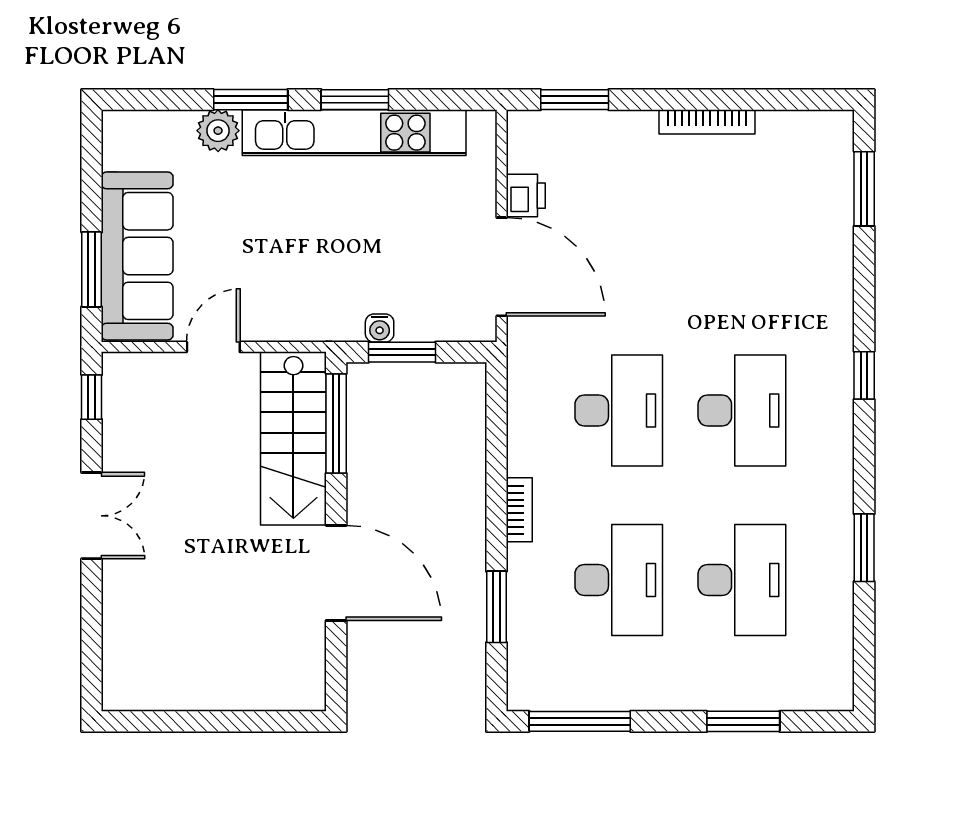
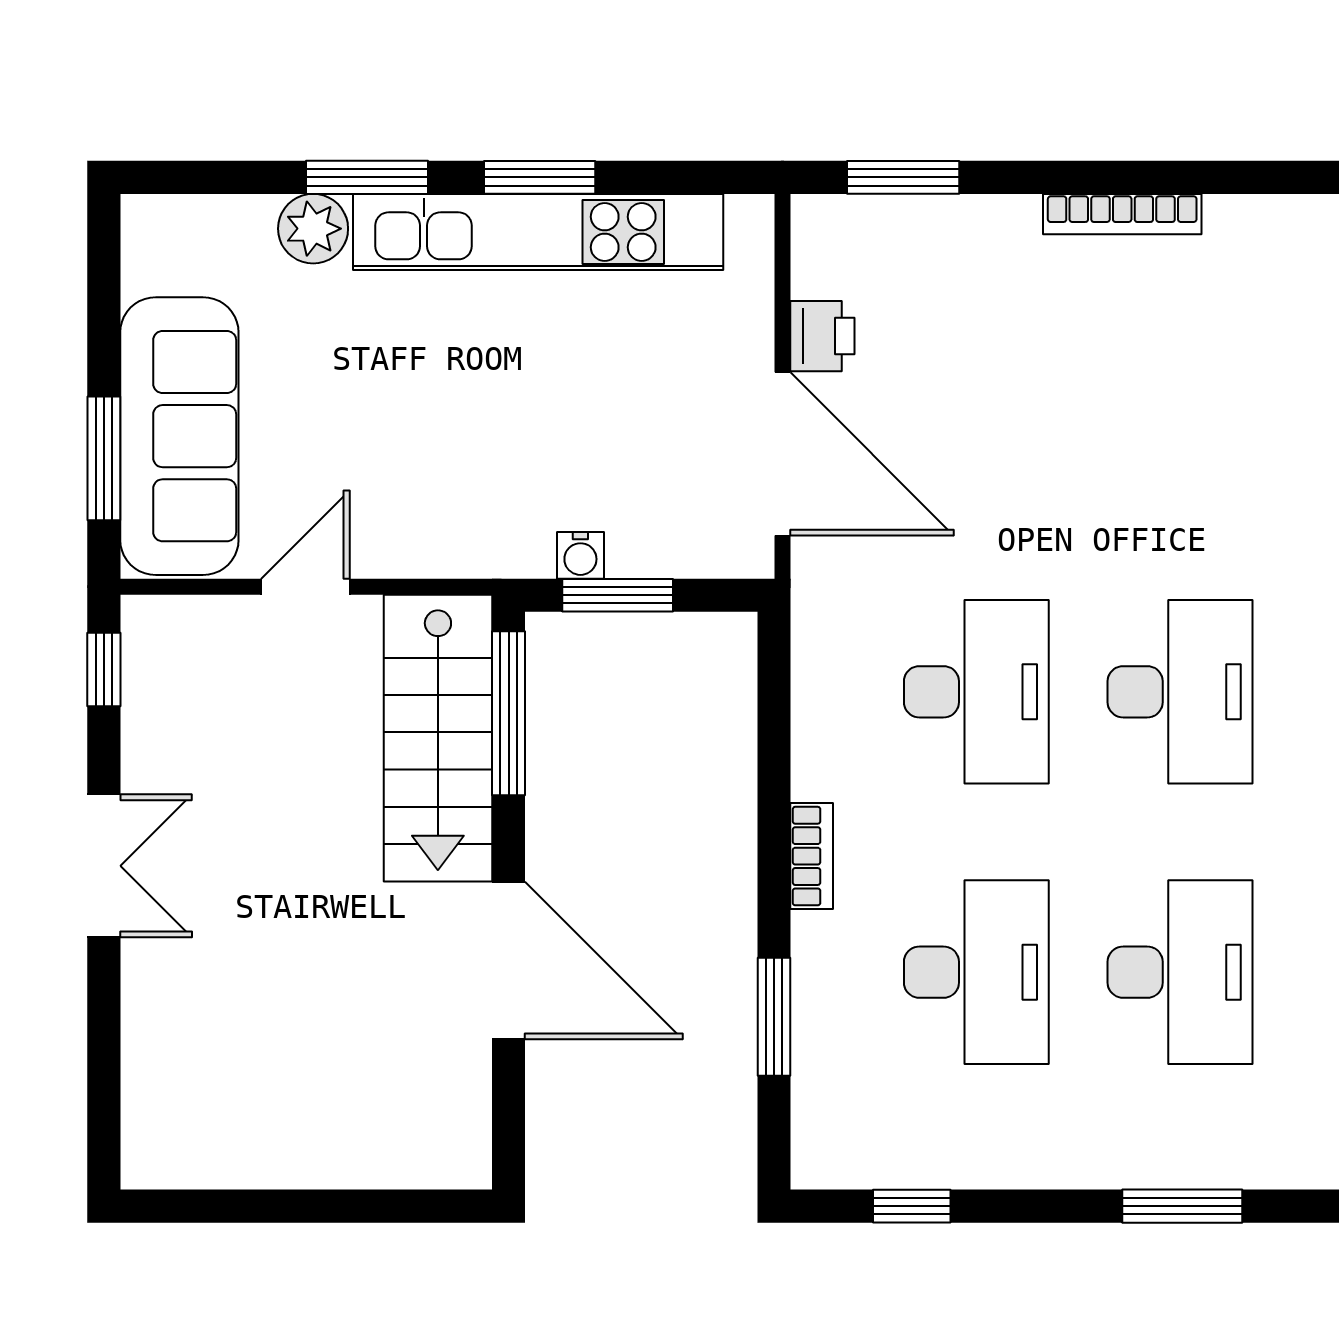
window: (580, 721) -> (912, 1206), width x0.46

